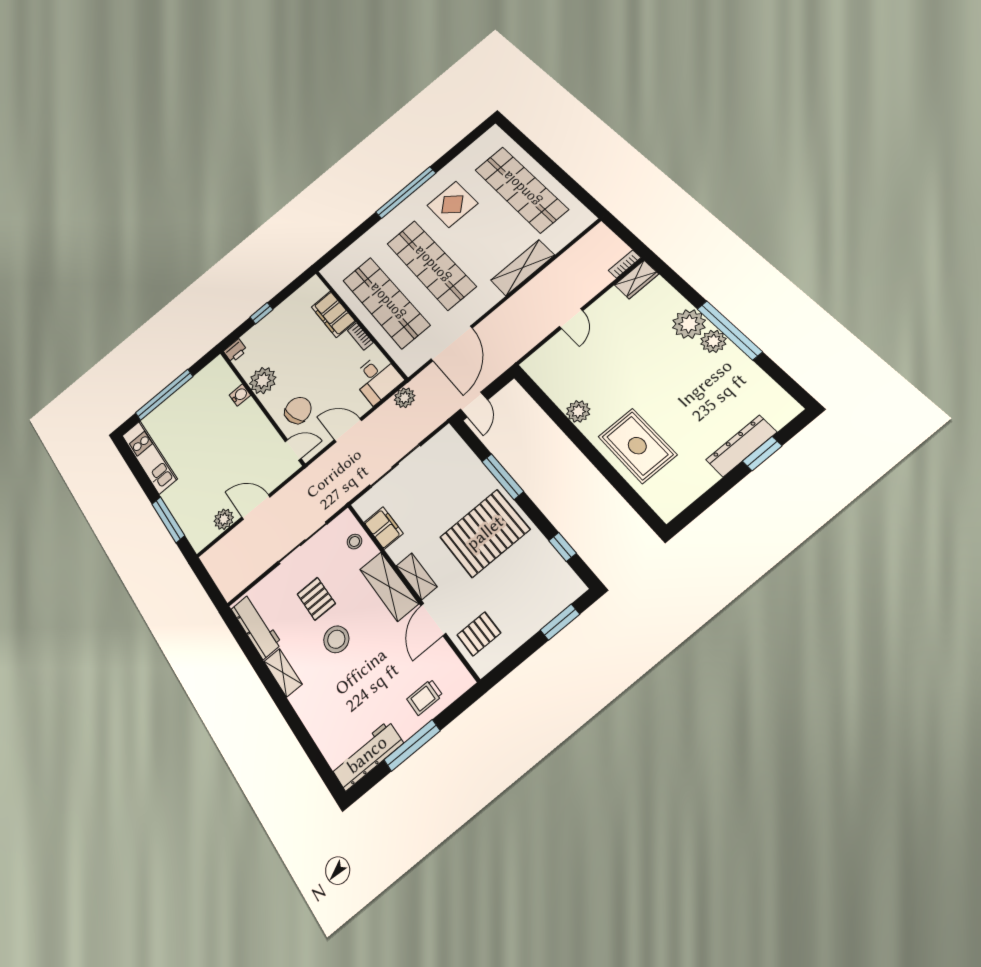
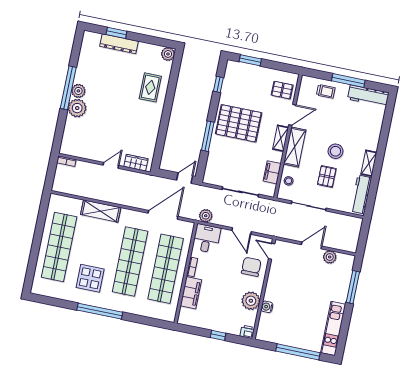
wardrobe: (637, 280) -> (136, 163), moved
chair: (298, 410) -> (251, 267), turned 107
plant: (578, 411) -> (168, 54), moved
rug: (637, 446) -> (150, 87), width x0.73, depth x0.70
door: (256, 507) -> (312, 245), swing flipped

